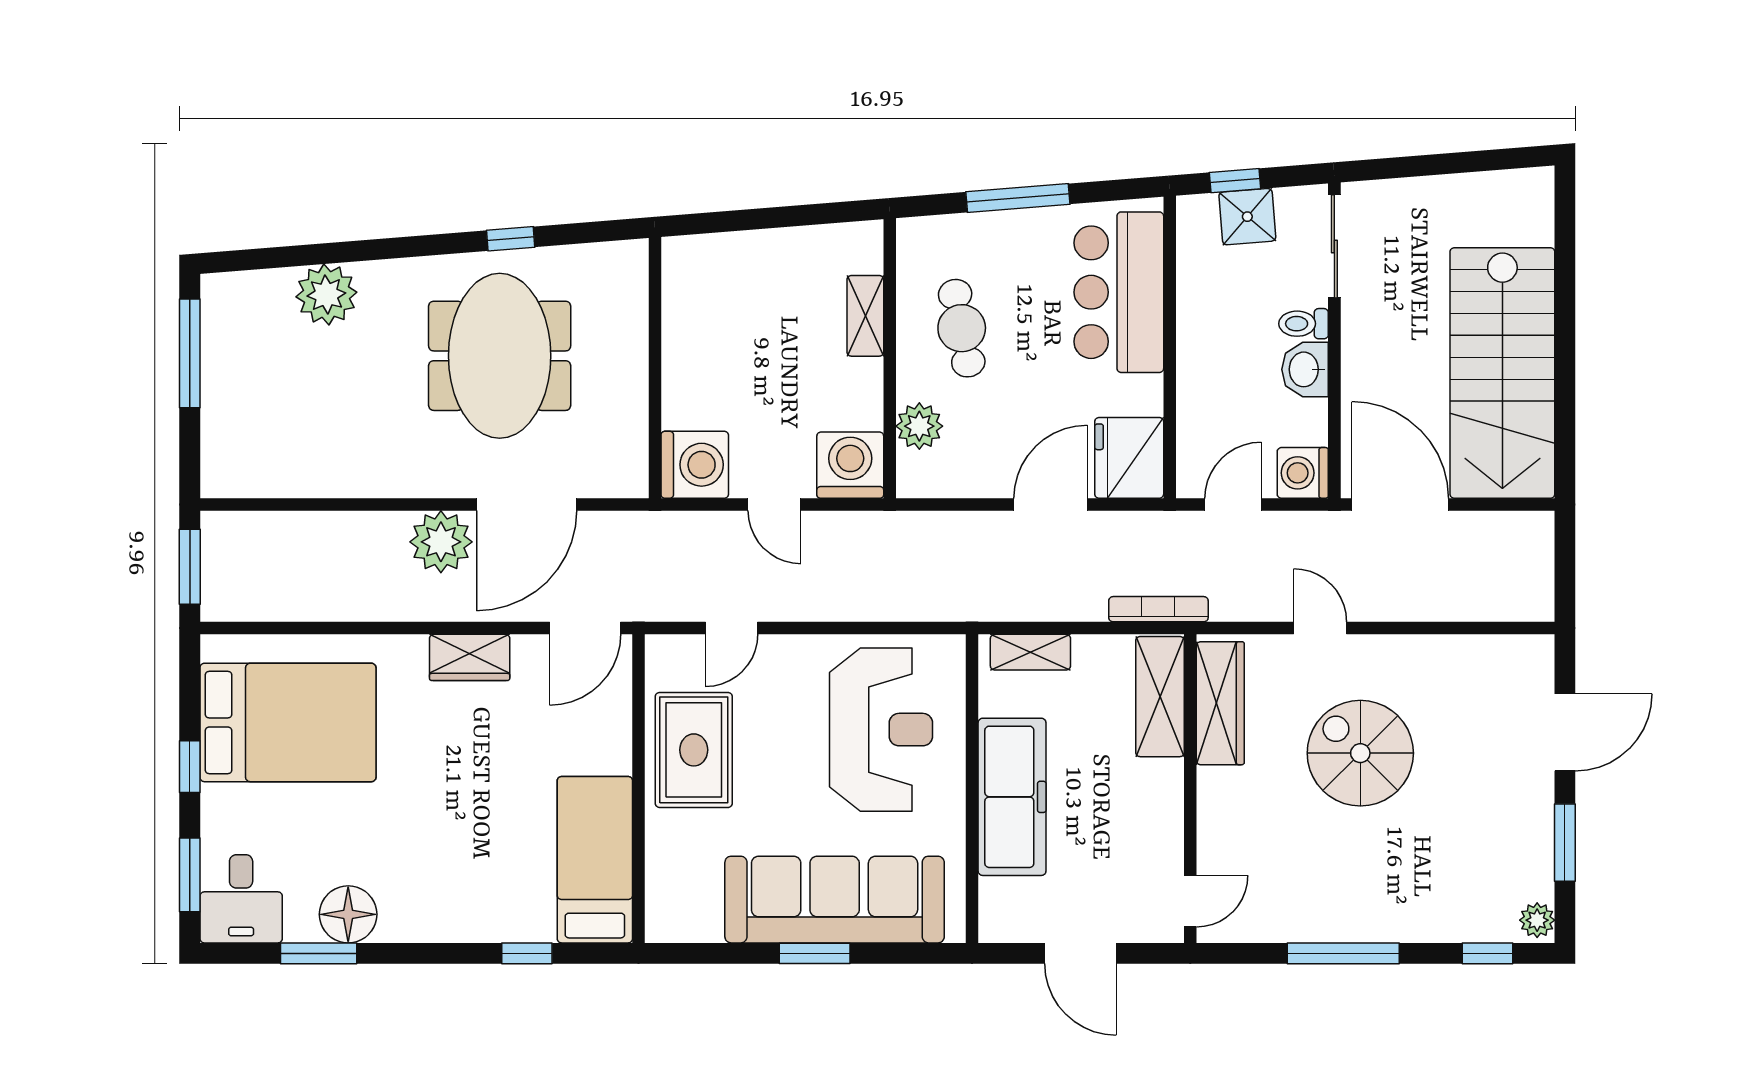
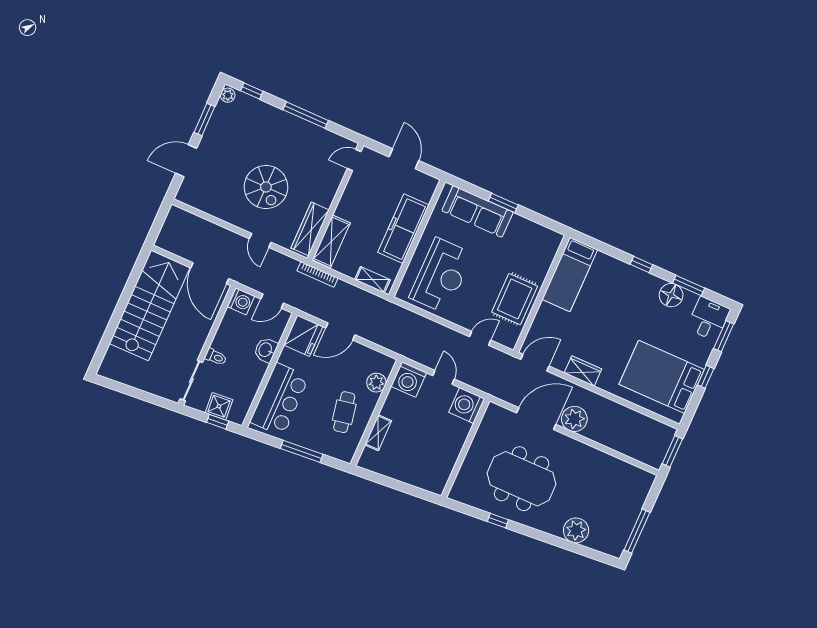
meeting table: (500, 356) -> (522, 479), turned 90
washbasin: (1305, 369) -> (266, 350), moved, turned 180
reception desk: (881, 730) -> (441, 276), turned 180
sofa: (835, 900) -> (477, 211), width x0.74, depth x0.79
window: (527, 953) -> (641, 264), moved

